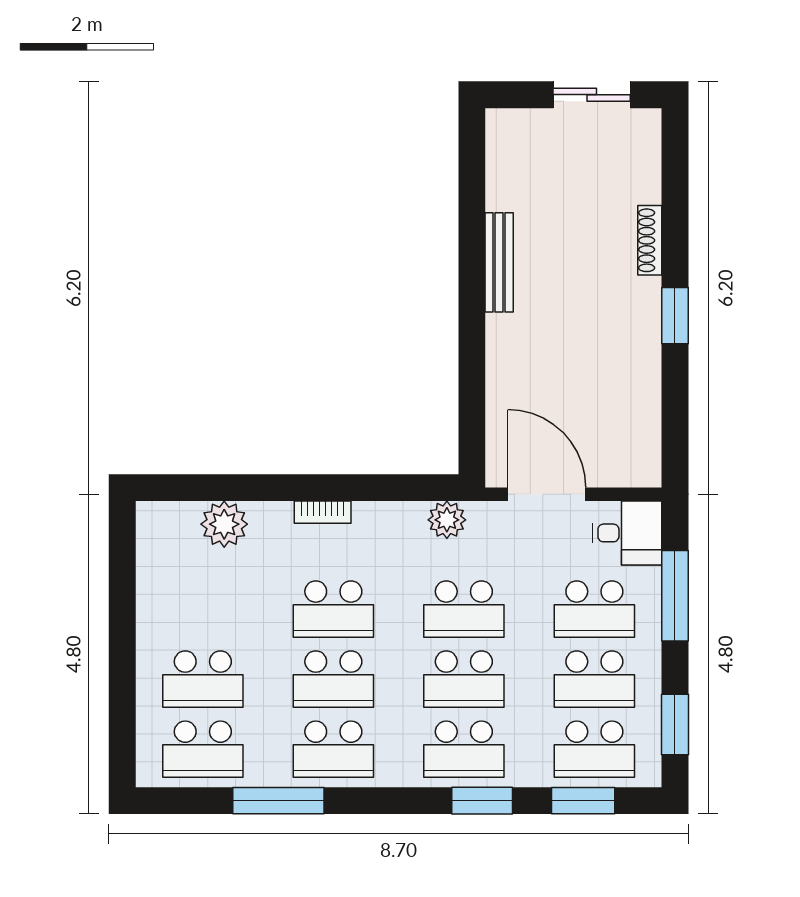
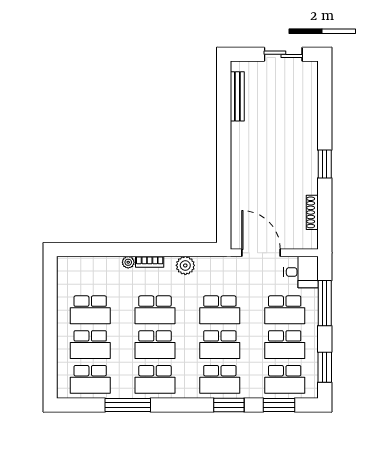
shoe rack: (650, 240) -> (312, 212), moved
bench: (499, 262) -> (237, 96), moved
plant: (447, 520) -> (185, 265), moved
plant: (224, 524) -> (128, 262), moved, width x0.53, depth x0.53
school desk: (203, 609) -> (90, 310), added

